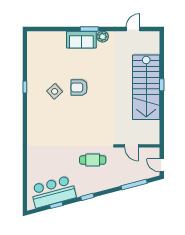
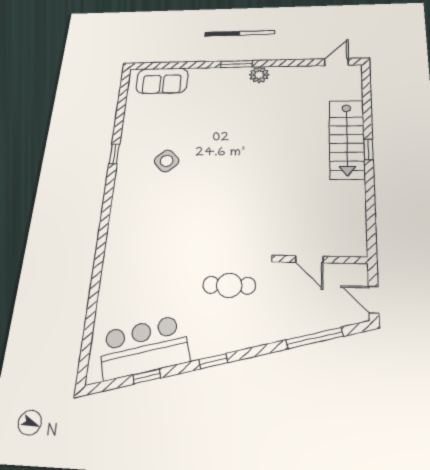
door: (133, 29) -> (336, 62), moved
sofa: (81, 40) -> (162, 81), moved
stairs: (146, 87) -> (347, 139), width x0.73, depth x0.66
armchair: (79, 88) -> (212, 154), removed

